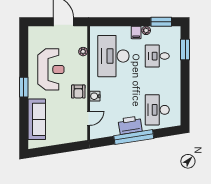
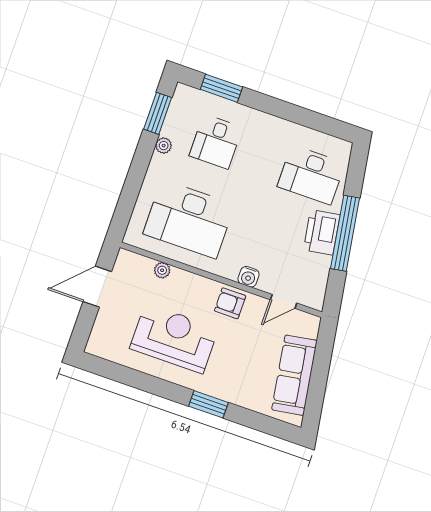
filing cabinet: (136, 32) -> (161, 164), removed
window: (24, 87) -> (208, 404), moved
armchair: (78, 92) -> (230, 303), turned 180
door: (89, 118) -> (284, 301), swing flipped
sofa: (37, 119) -> (294, 375), moved, turned -99

